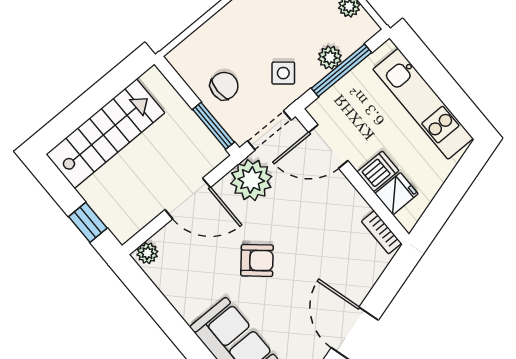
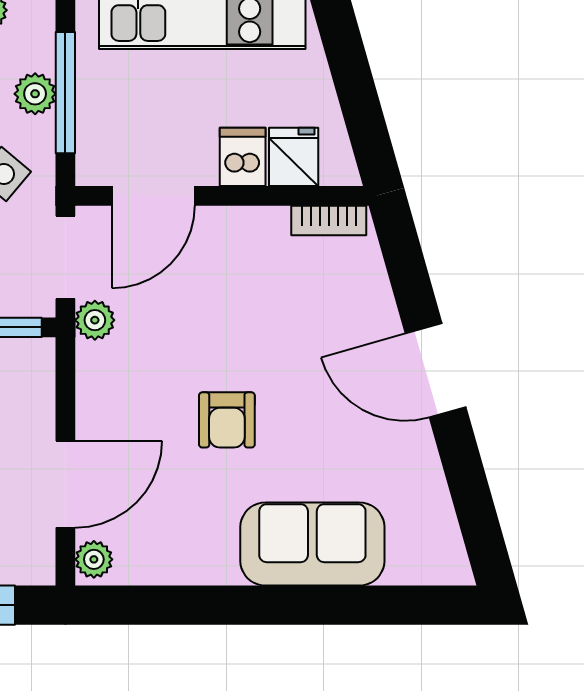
plant: (251, 180) -> (95, 320), width x0.53, depth x0.53
door: (188, 198) -> (65, 484), moved
armchair: (257, 260) -> (227, 420), turned 139

